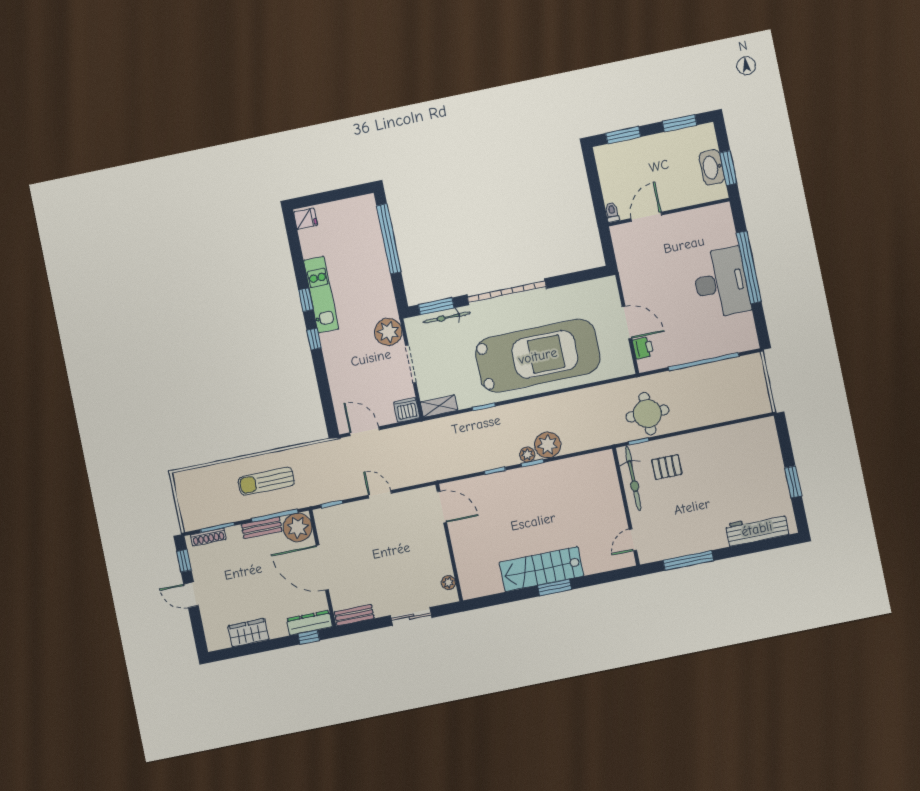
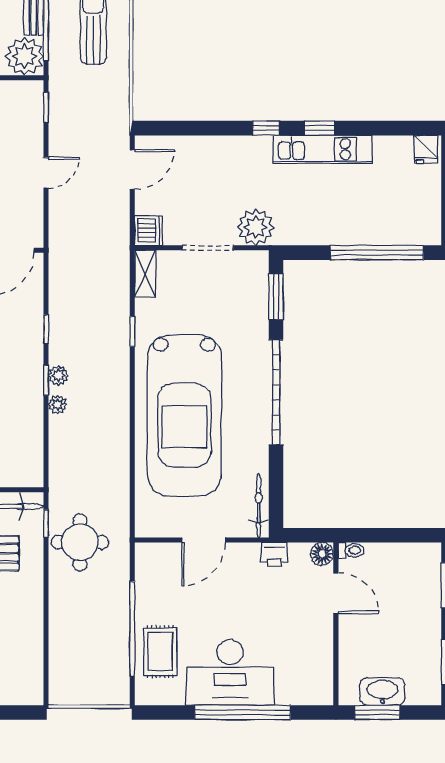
floor lamp: (619, 233) -> (322, 554), added
bicycle: (447, 317) -> (259, 506), moved
rug: (716, 338) -> (160, 652), added
printer: (643, 348) -> (274, 554), moved
plant: (548, 445) -> (58, 405), width x0.53, depth x0.53

